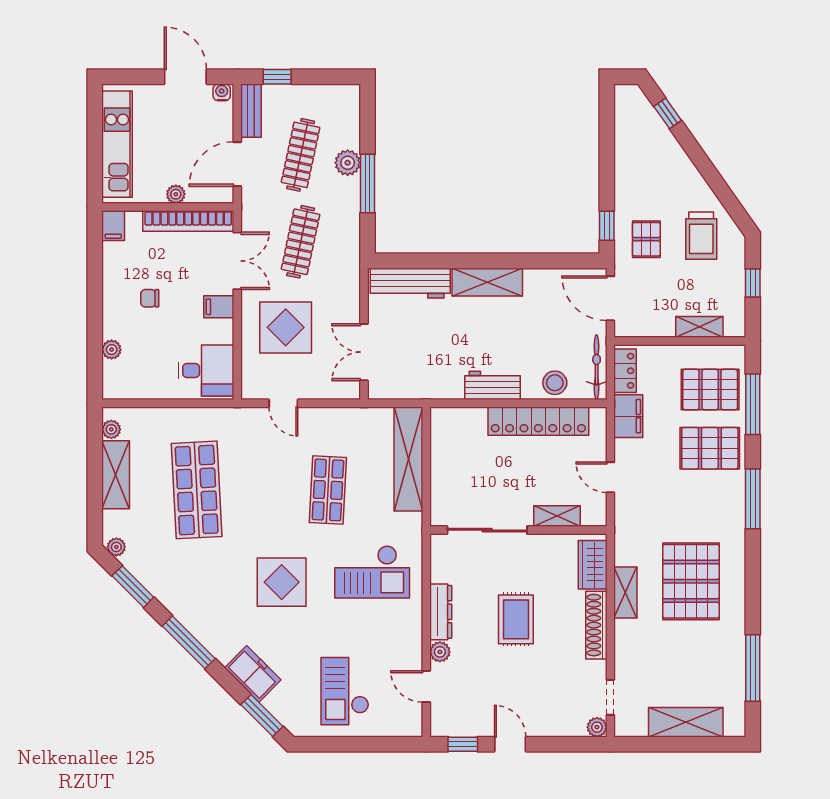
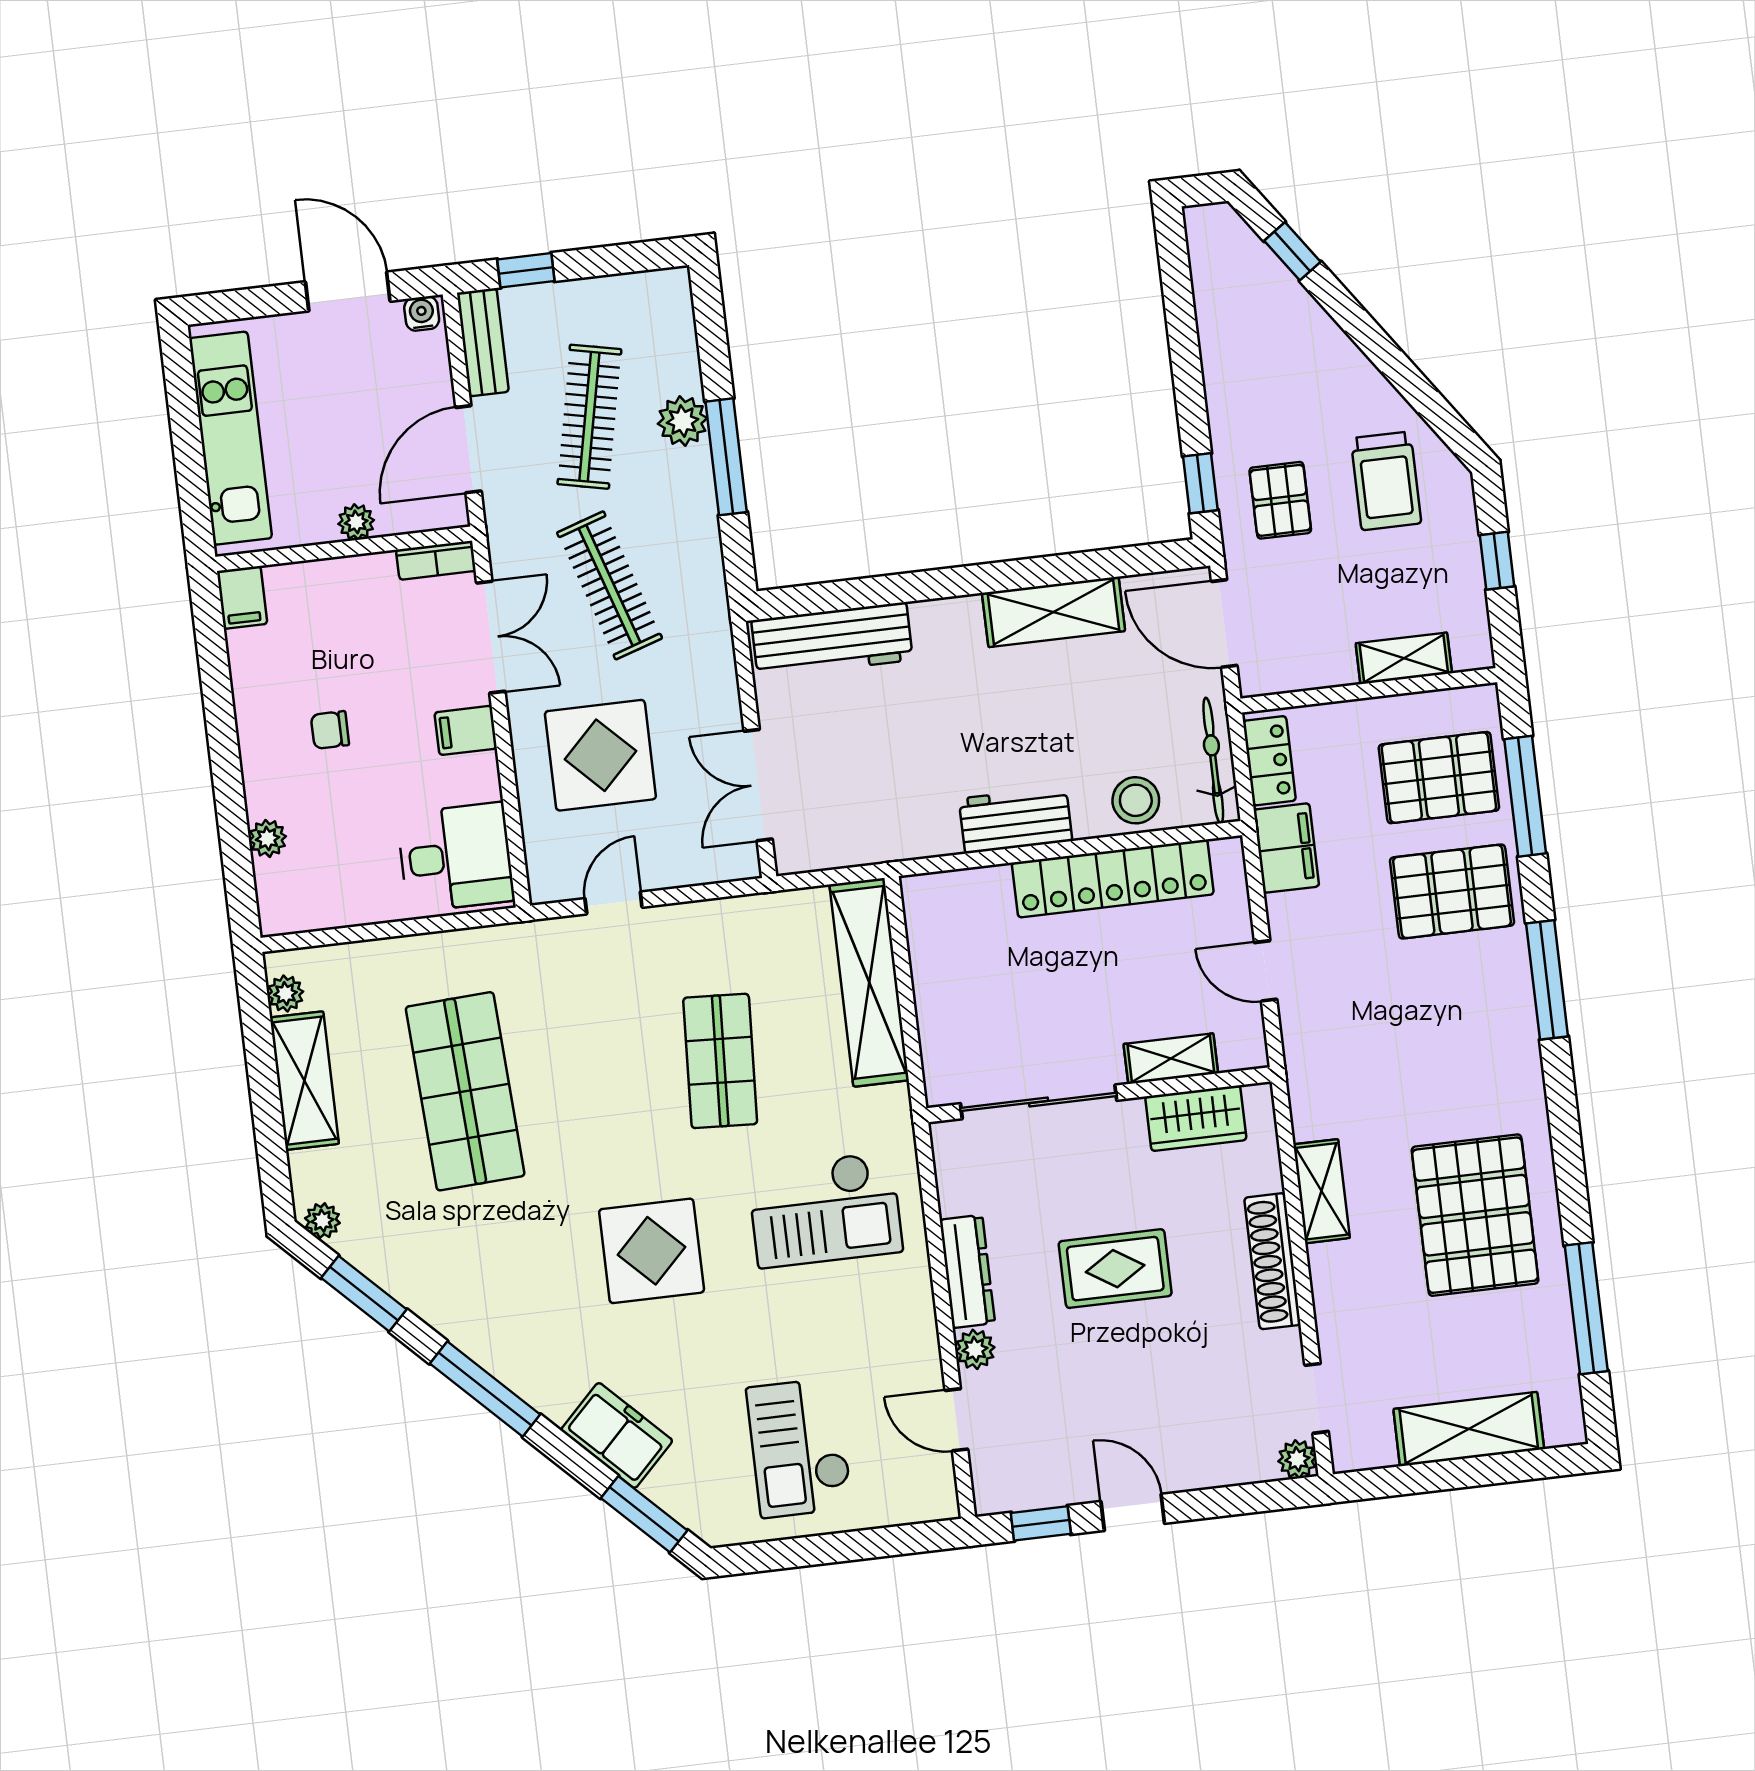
bookcase: (188, 221) -> (436, 560), width x0.43, depth x0.76
clothes rail: (301, 242) -> (610, 585), turned -30
shelving: (487, 282) -> (1053, 612), moved
door: (283, 403) -> (614, 903), swing flipped
wardrobe: (593, 565) -> (1196, 1118), moved, turned -90
pallet: (691, 581) -> (1475, 1215), moved
rug: (516, 619) -> (1115, 1269), turned 90

